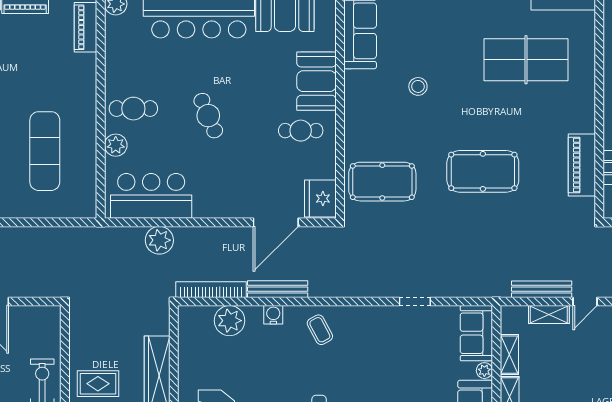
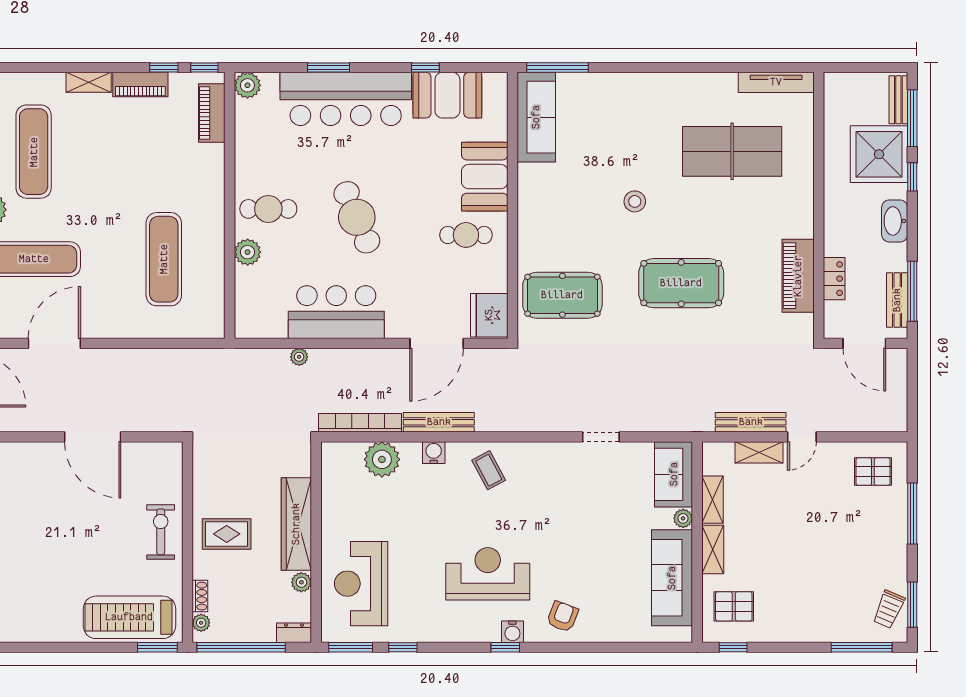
stool: (418, 86) -> (635, 201), moved
cafe table: (208, 116) -> (357, 217), width x1.37, depth x1.35
bar counter: (151, 196) -> (336, 312), moved
plant: (159, 240) -> (299, 357), width x0.53, depth x0.53

